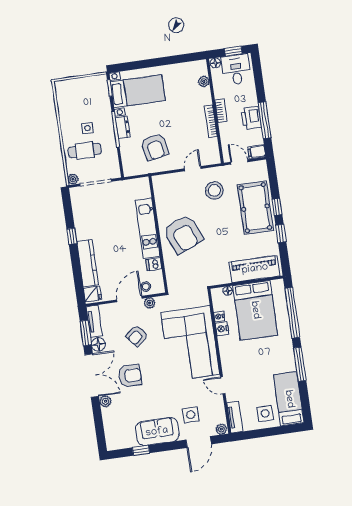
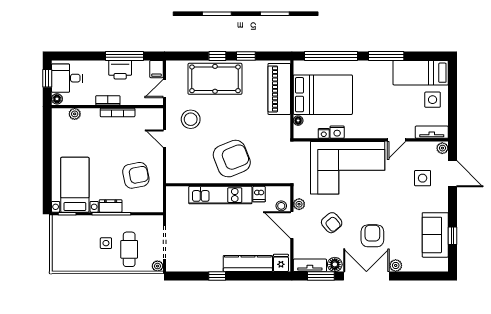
sofa: (157, 432) -> (435, 235), moved

